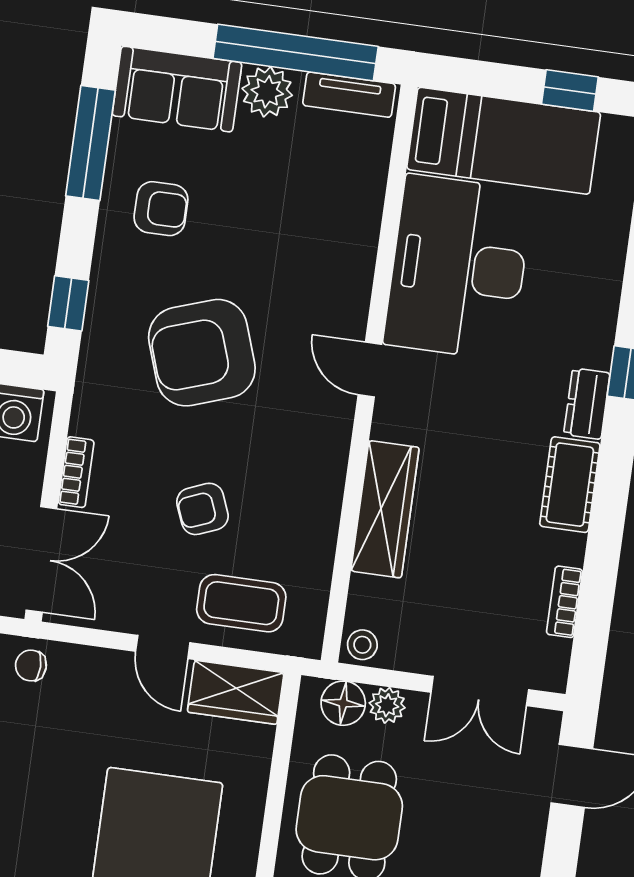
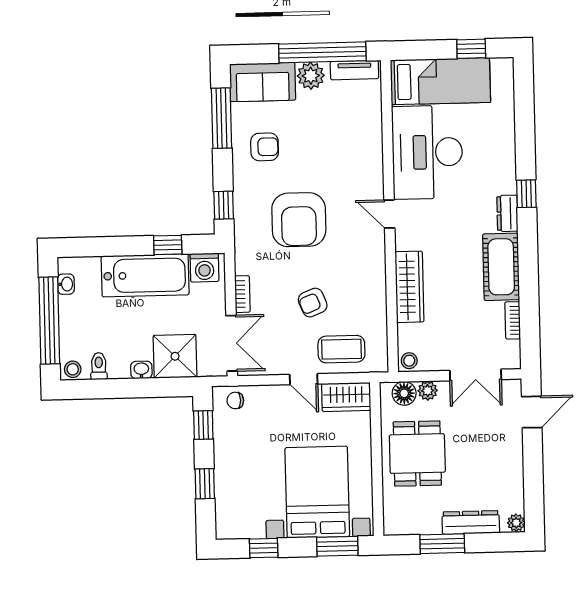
armchair: (202, 353) -> (299, 220), turned -71
cot: (570, 485) -> (501, 267), width x1.37, depth x1.34

